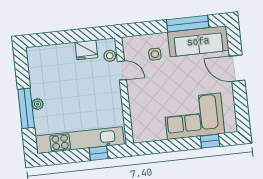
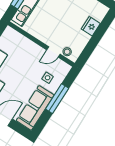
window: (188, 24) -> (57, 99), moved
fridge: (86, 50) -> (91, 26), moved

